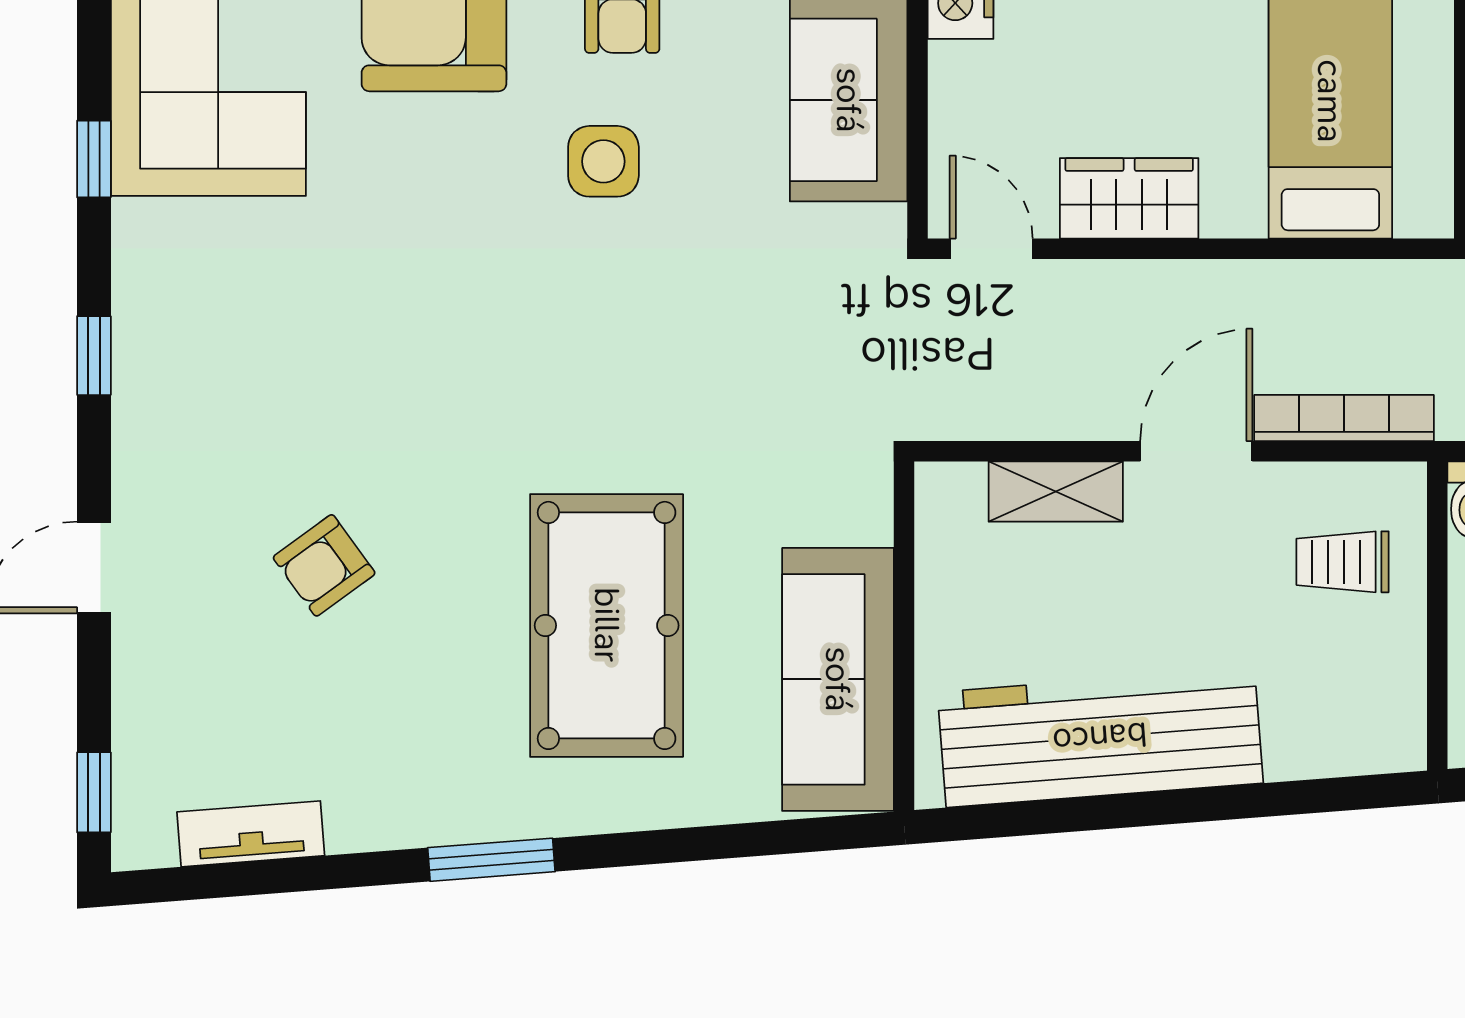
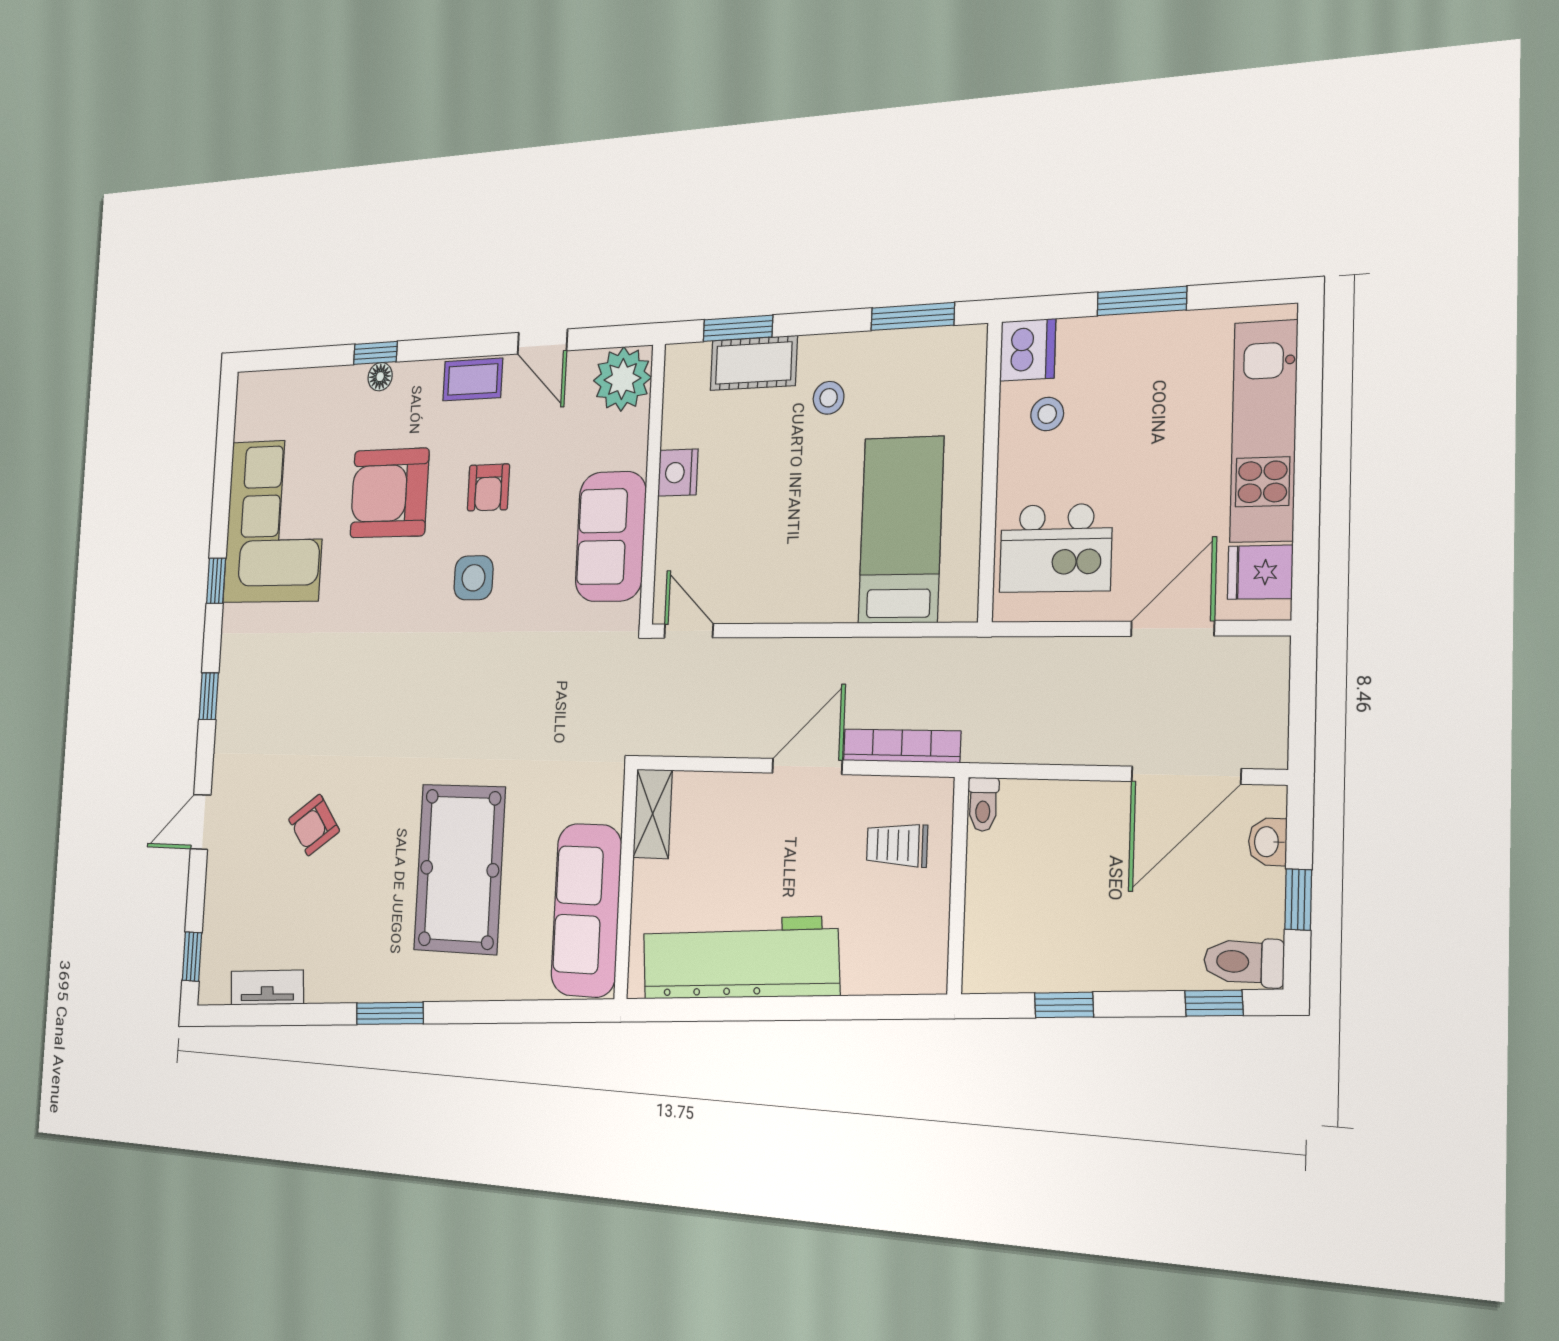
wardrobe: (1129, 198) -> (773, 597), removed
shelving: (1056, 491) -> (653, 814), moved, turned 90

